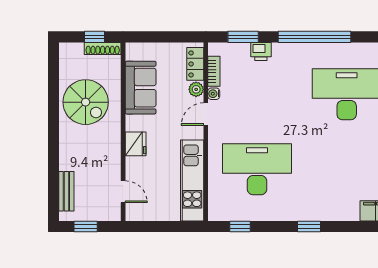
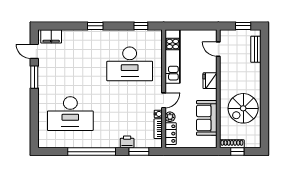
spiral stairs: (86, 102) -> (243, 108), turned -90

